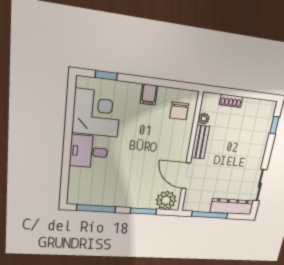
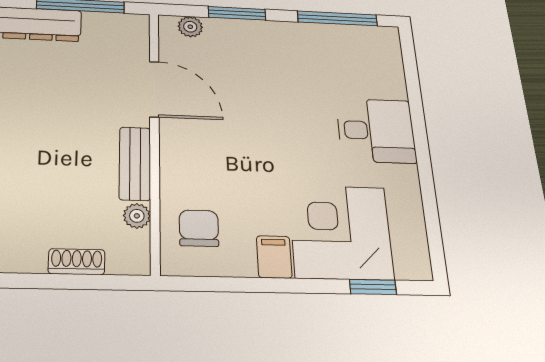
corner desk: (97, 113) -> (341, 232), moved, turned 90
plant: (166, 200) -> (190, 27), width x0.53, depth x0.53

